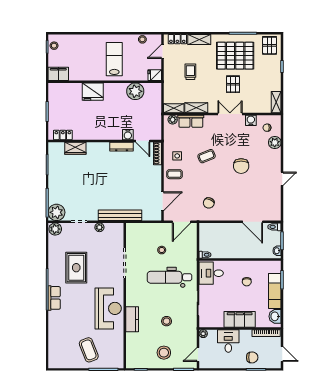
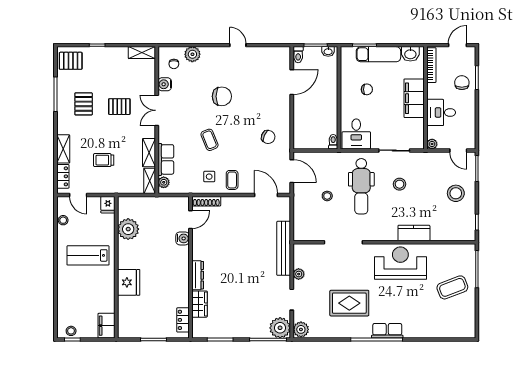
pallet: (235, 56) -> (84, 104), width x0.49, depth x0.50
dresser: (122, 147) -> (198, 275), moved
stool: (167, 321) -> (400, 184), moved

